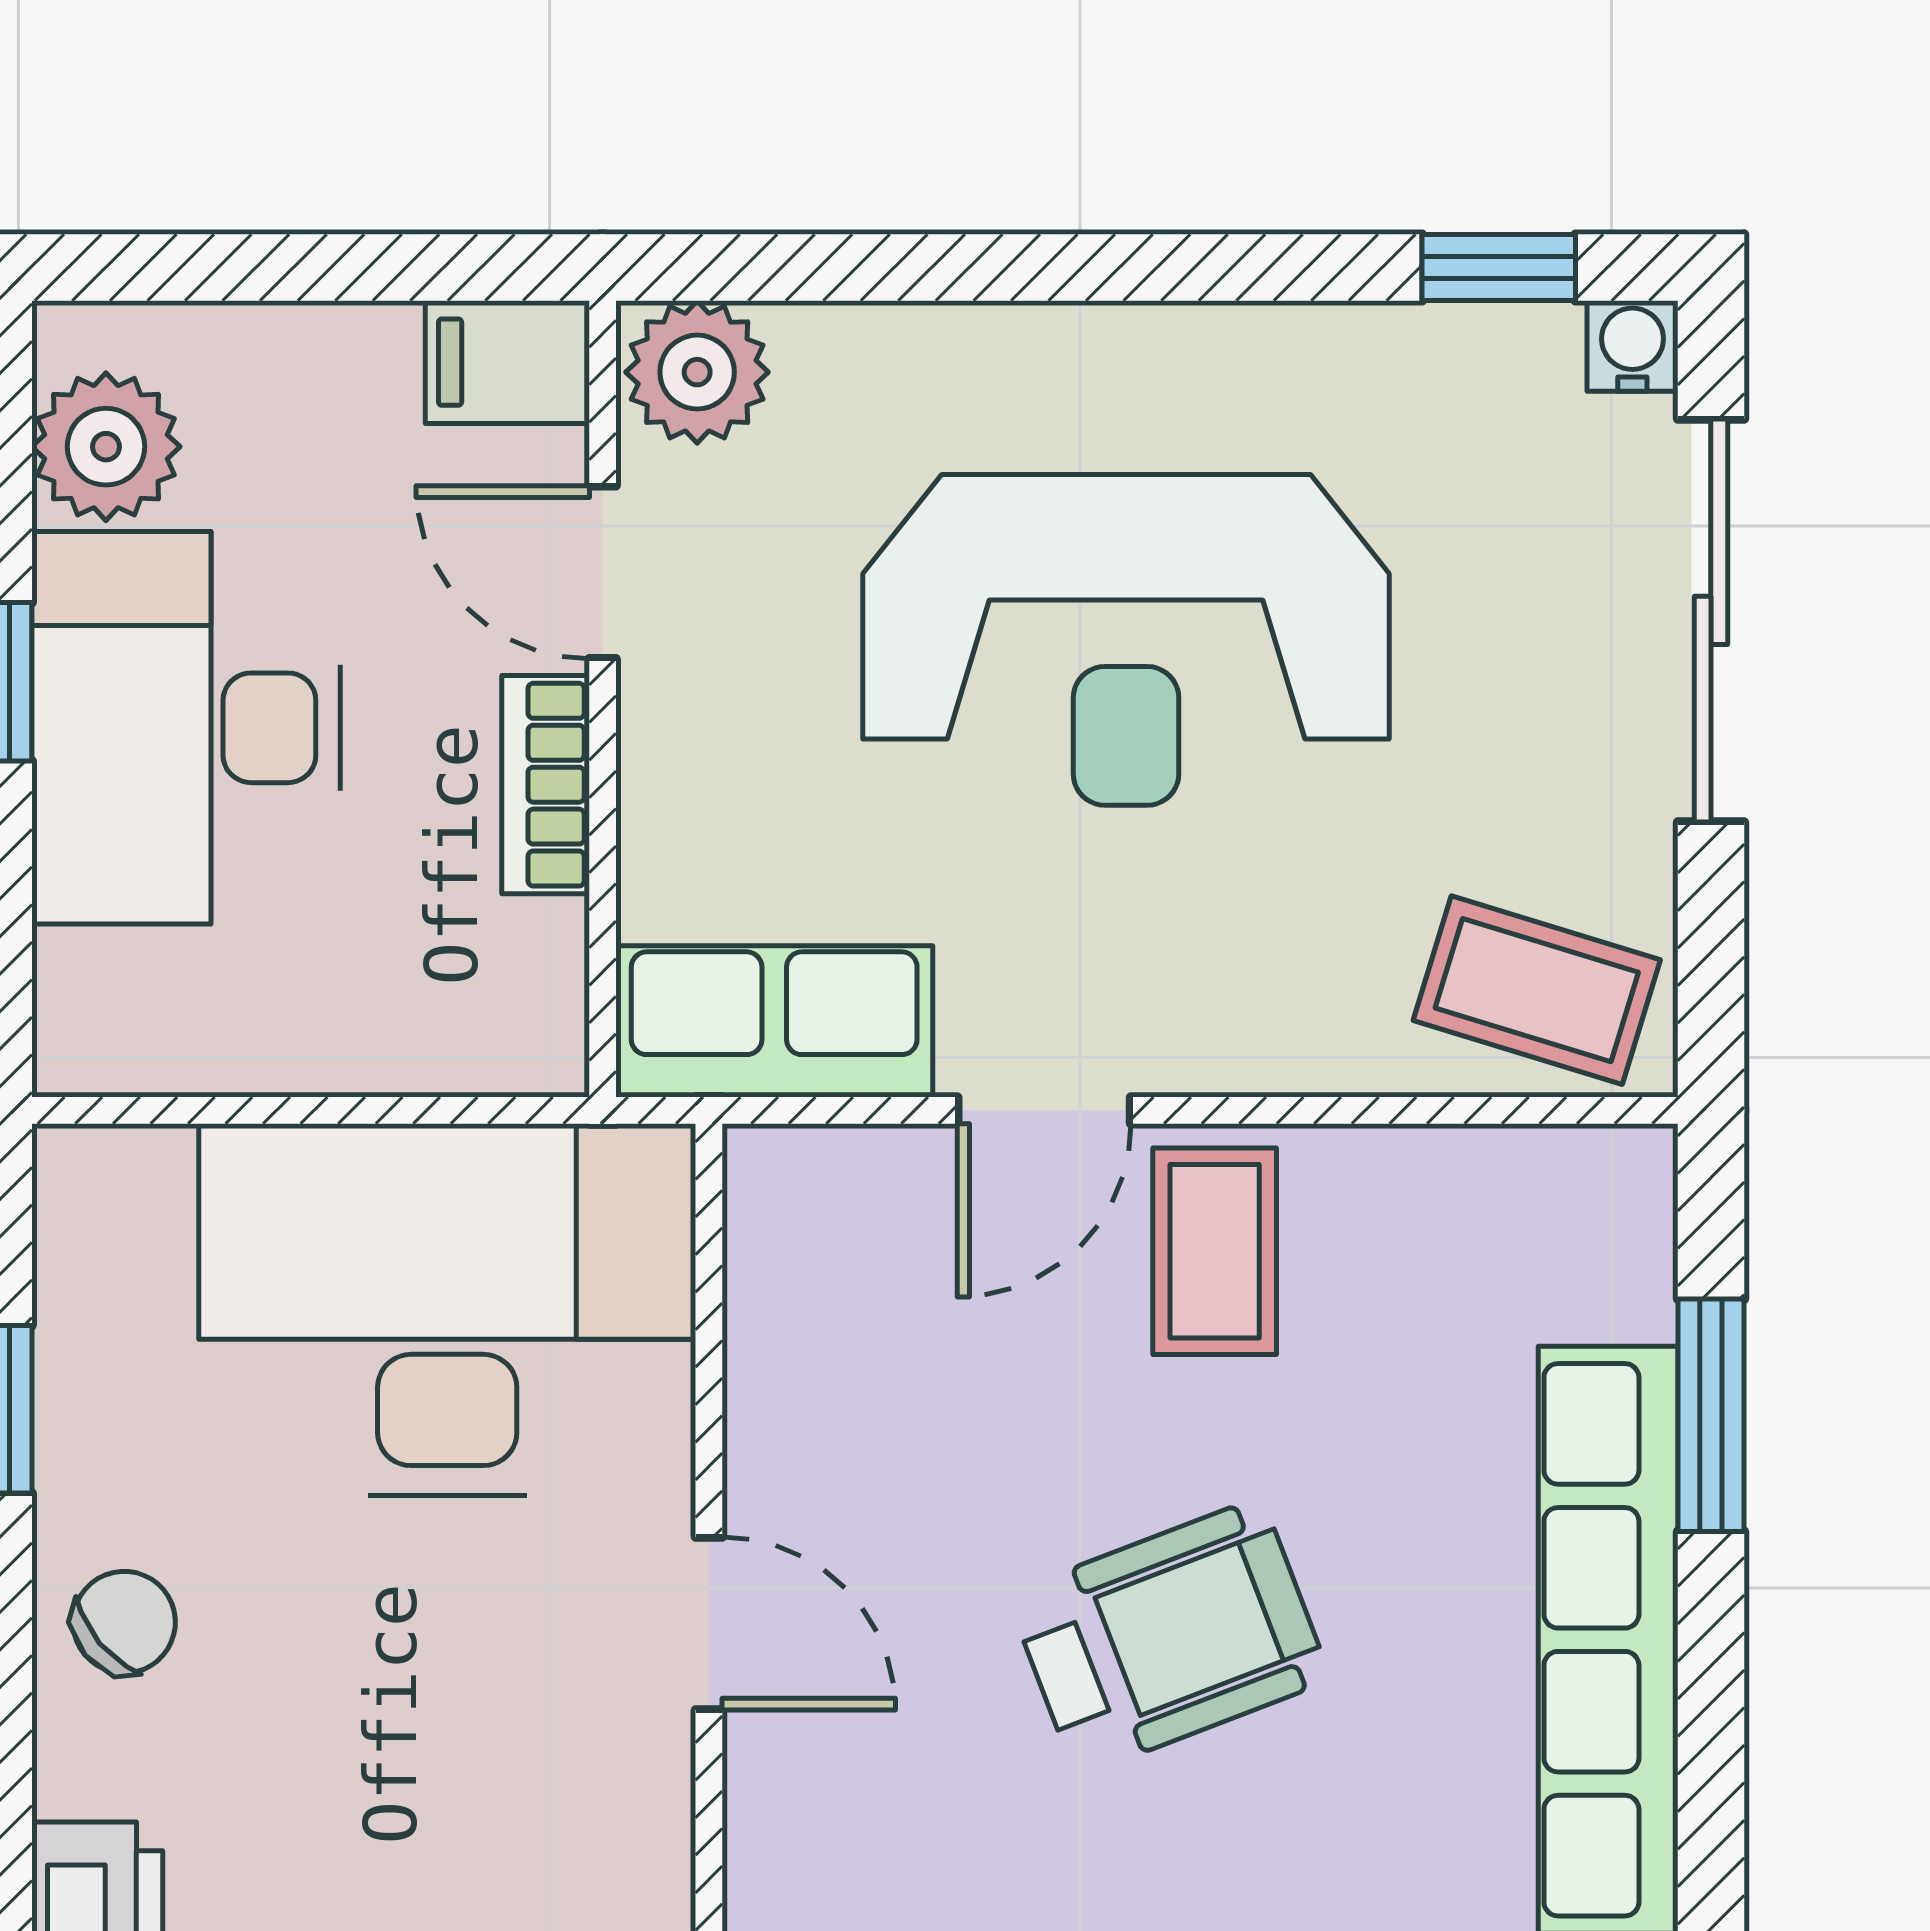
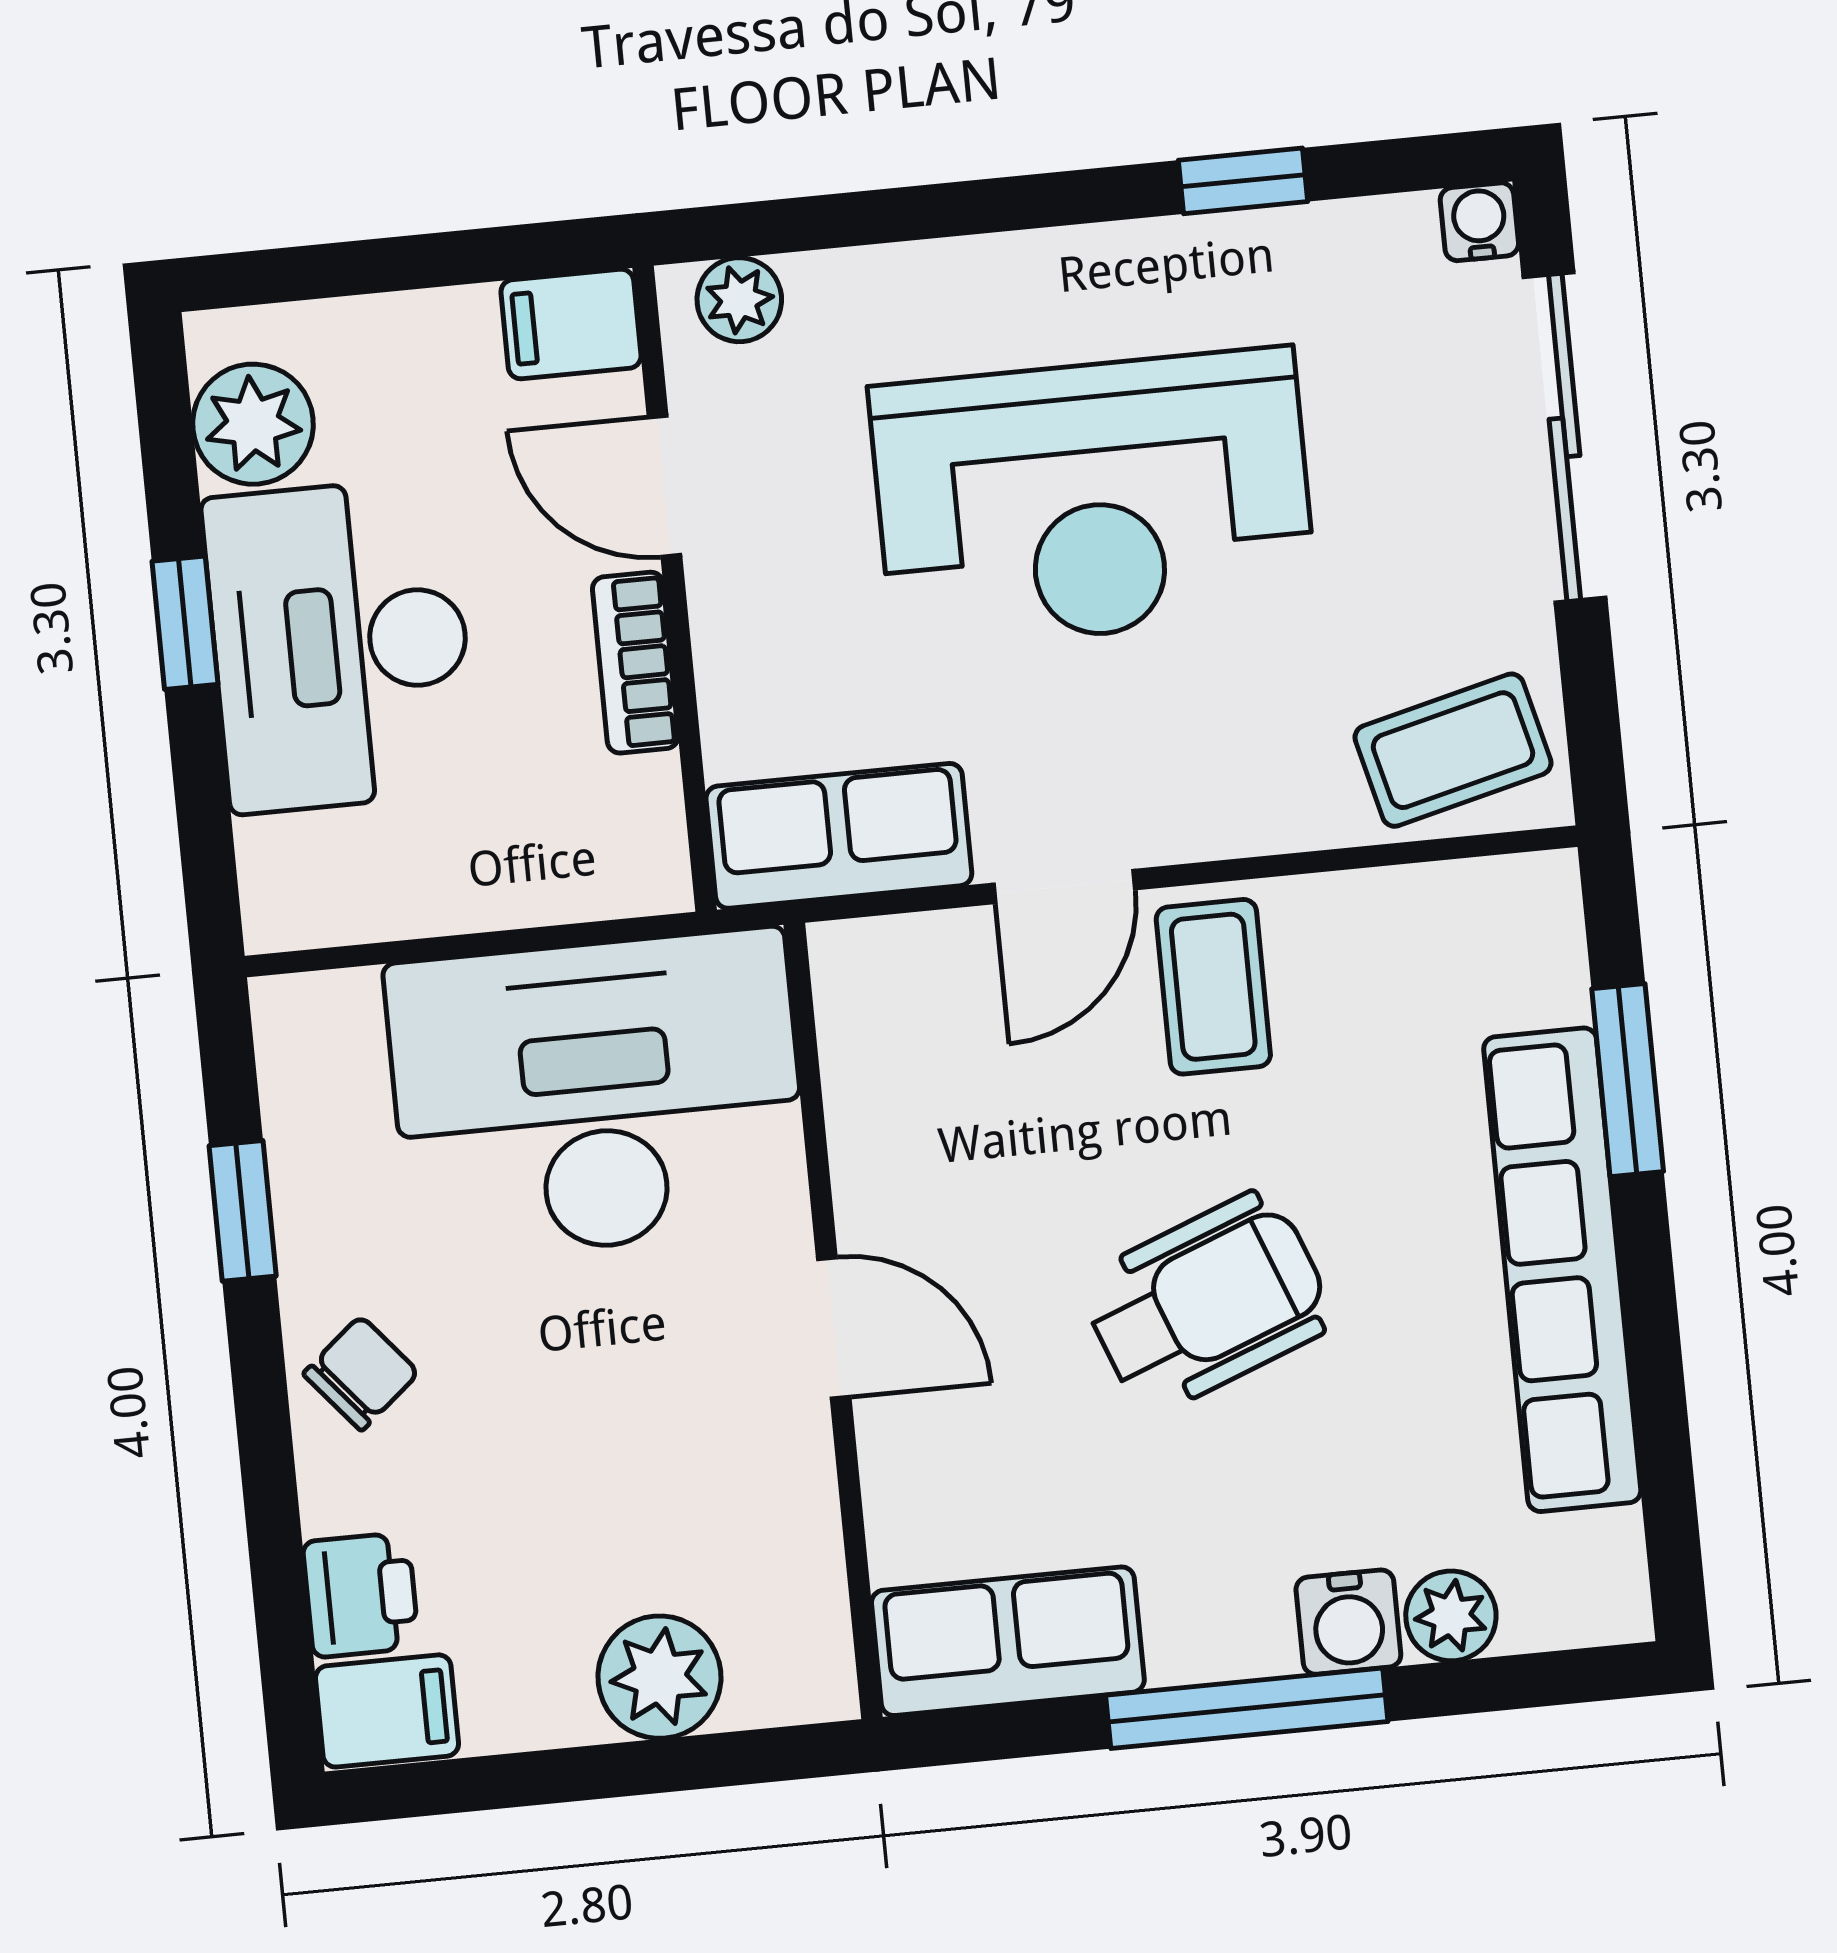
window: (1499, 268) -> (1243, 181), moved
plant: (697, 372) -> (739, 300), width x0.73, depth x0.73
coffee table: (1537, 990) -> (1453, 750), turned -31

